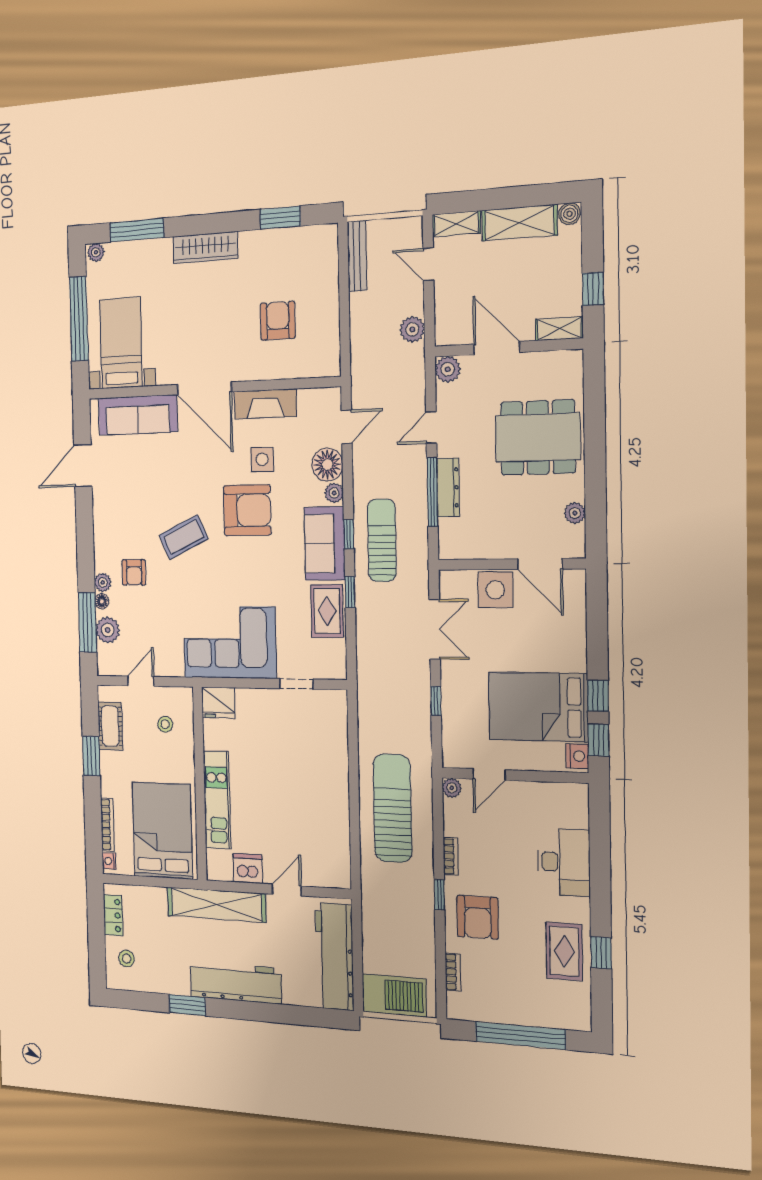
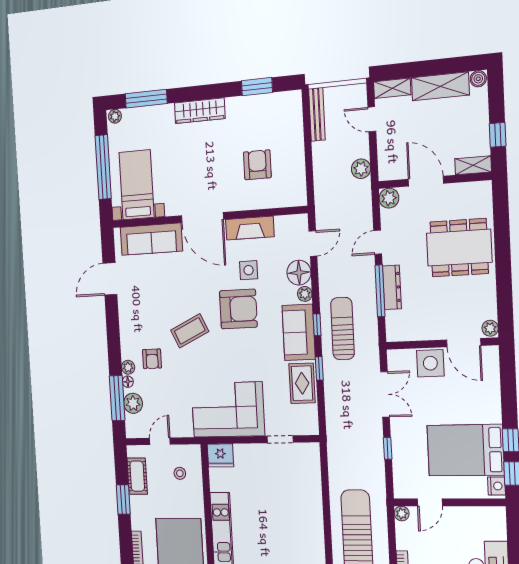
plant: (575, 513) -> (490, 328), moved

